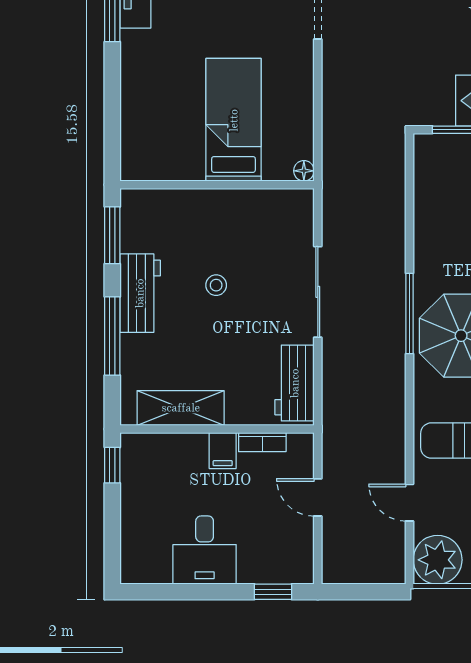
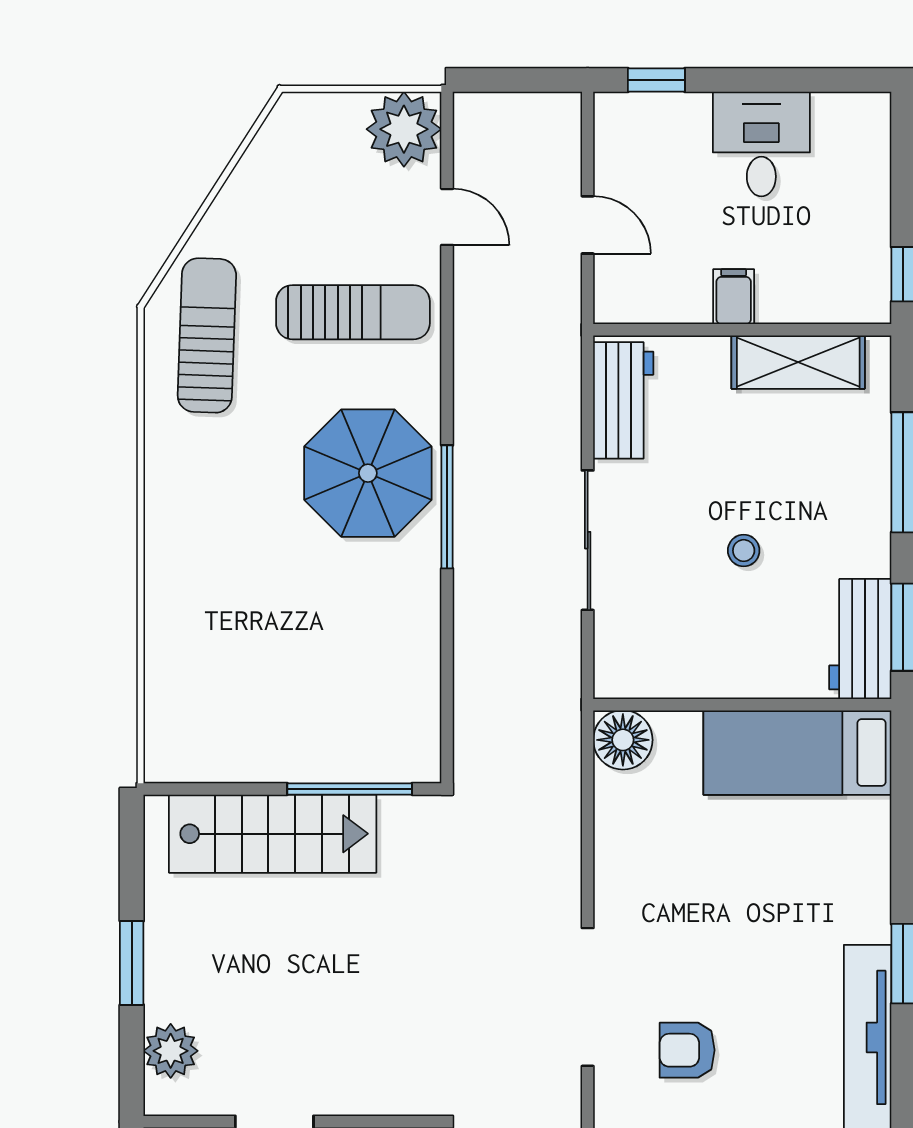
bed: (234, 120) -> (797, 753), moved, turned 90
floor lamp: (304, 171) -> (623, 740), width x1.89, depth x1.89
workbench: (140, 293) -> (860, 639), moved
bookcase: (262, 442) -> (673, 310), removed

